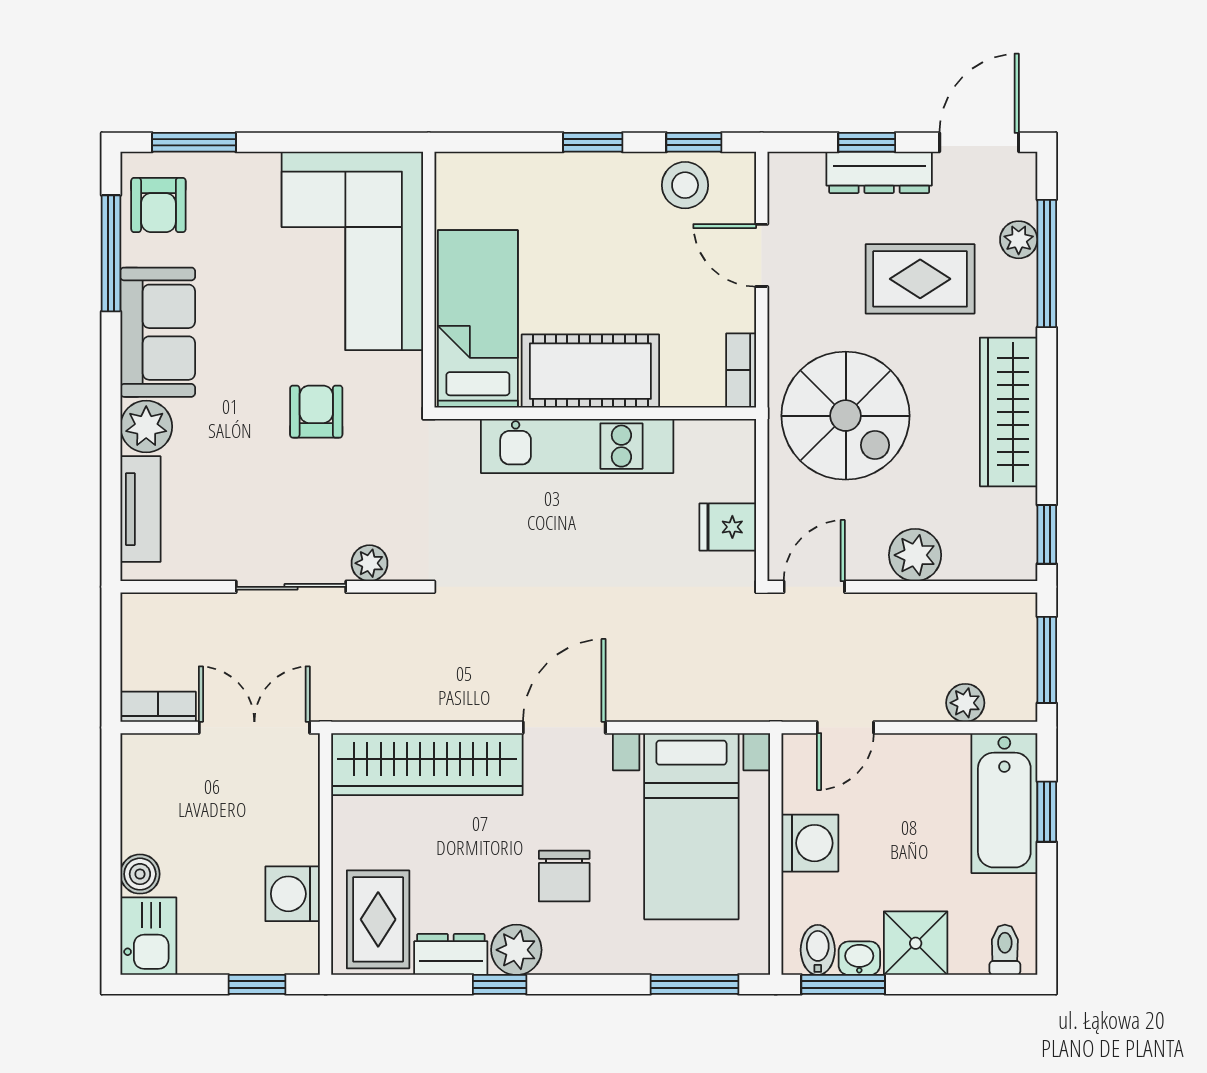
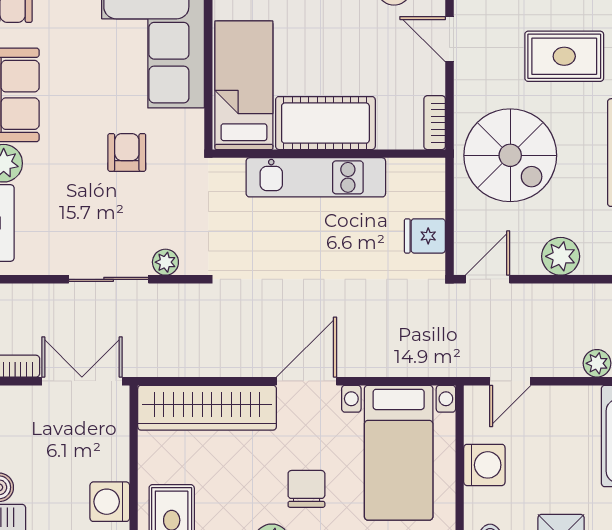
chair: (564, 876) -> (306, 489), turned 180

